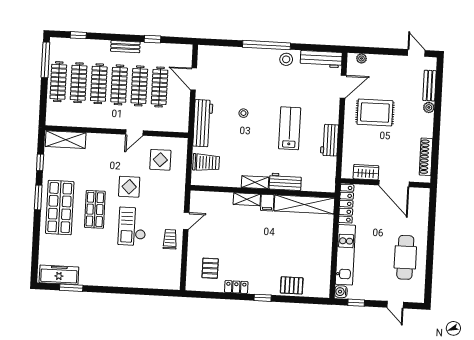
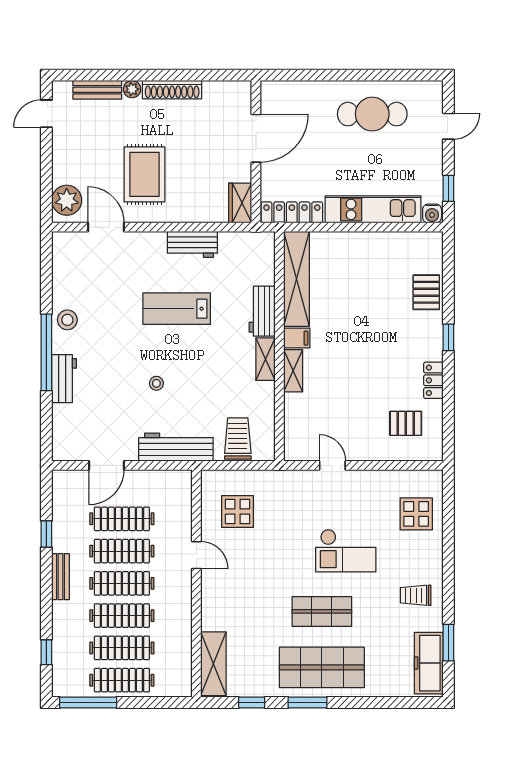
plant: (361, 58) -> (67, 200), width x1.87, depth x1.87
workbench: (321, 59) -> (64, 379), moved, width x0.73
shoe rack: (426, 157) -> (172, 90), moved
wardrobe: (366, 172) -> (240, 203), moved
display table: (129, 187) -> (416, 514), moved
trolley: (170, 239) -> (416, 595), moved

